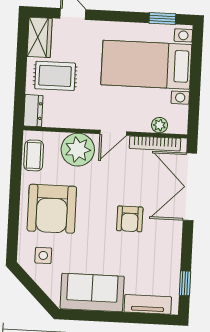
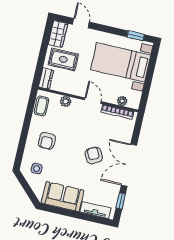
door: (113, 133) -> (93, 101), swing flipped
plant: (78, 150) -> (66, 101), width x0.53, depth x0.53
double door: (190, 187) -> (129, 165), moved
armchair: (52, 209) -> (47, 141), width x0.53, depth x0.53
armchair: (130, 219) -> (94, 155), turned 153

